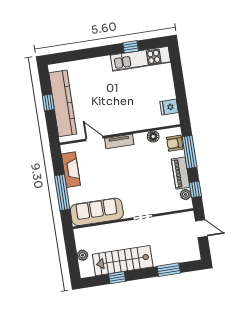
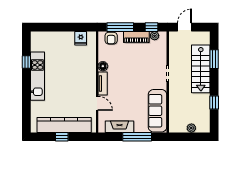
kitchen unit: (140, 59) -> (37, 76), moved
floor lamp: (153, 137) -> (103, 66), moved
door: (94, 139) -> (97, 103), swing flipped
stairs: (123, 261) -> (201, 69), moved

